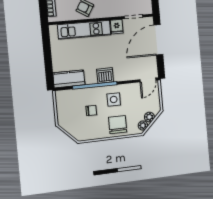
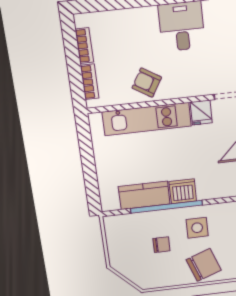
kitchen counter: (69, 79) -> (144, 195), moved
chair: (118, 125) -> (204, 265), turned 70

